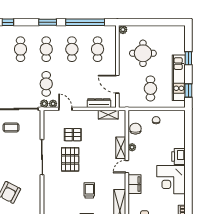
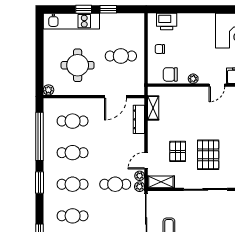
kitchen unit: (179, 78) -> (71, 21), moved
window: (188, 91) -> (108, 9), moved
shelving: (121, 148) -> (161, 182), moved
printer: (179, 156) -> (167, 22), moved
pallet: (70, 159) -> (208, 155), turned 90
door: (127, 167) -> (217, 85), hinge flipped

